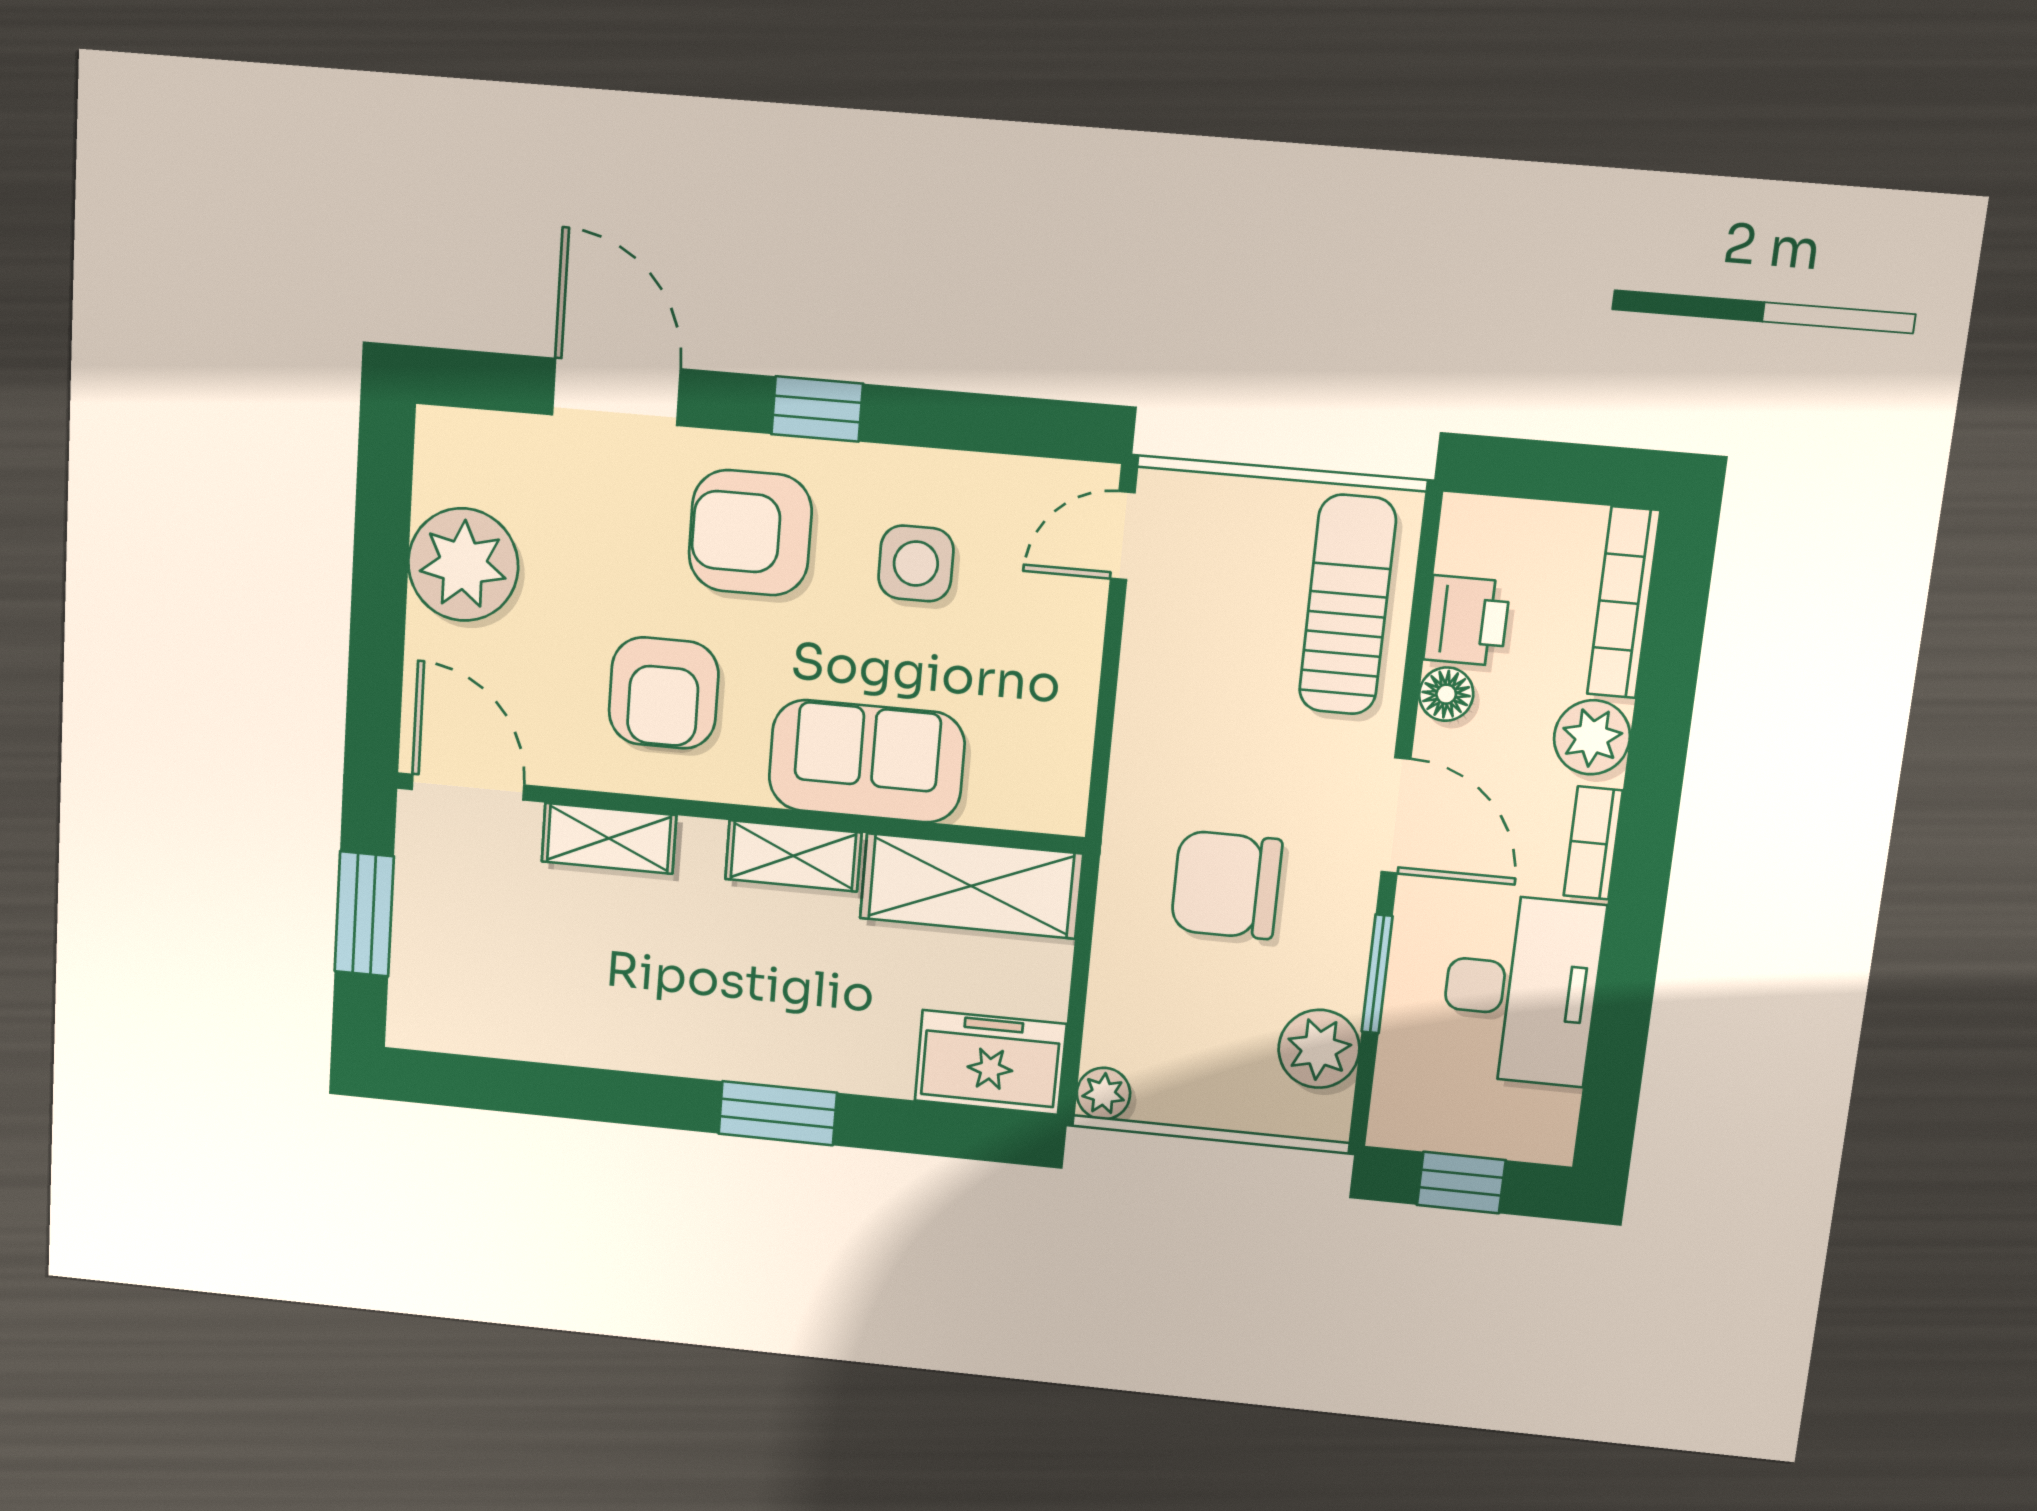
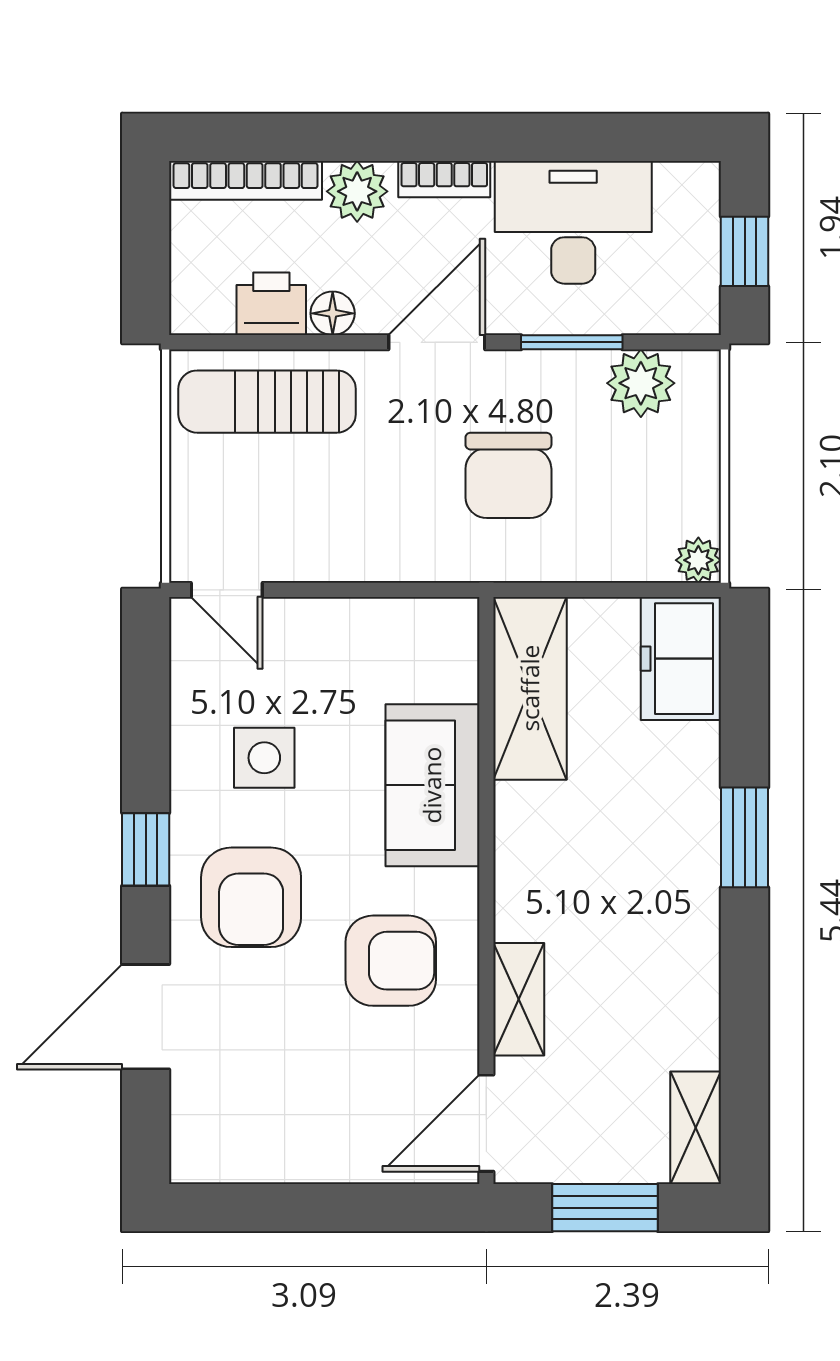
plant: (463, 565) -> (298, 1137), removed
shelving: (793, 856) -> (696, 1128), moved

